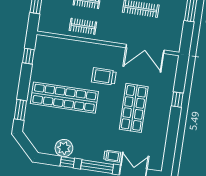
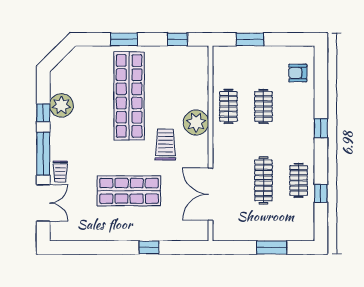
plant: (91, 52) -> (196, 123), added
window: (20, 110) -> (124, 39), moved

